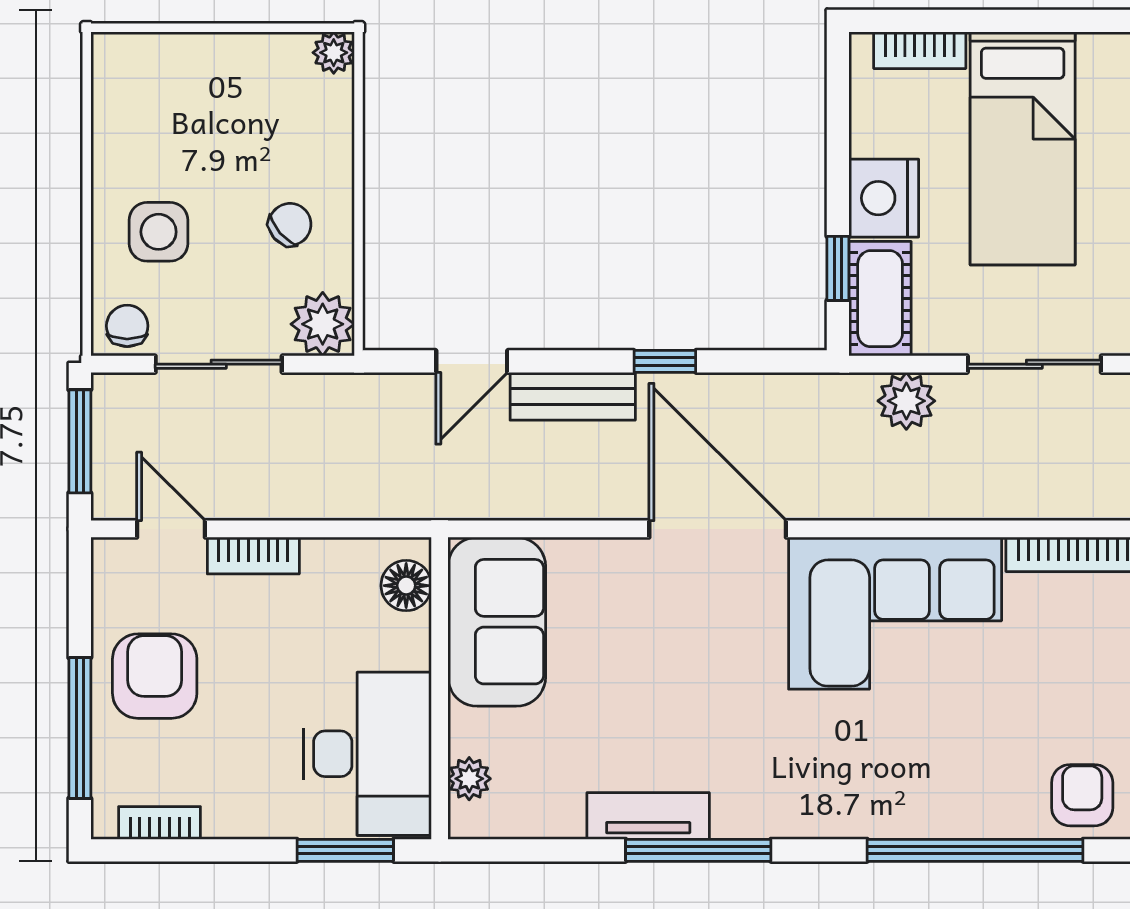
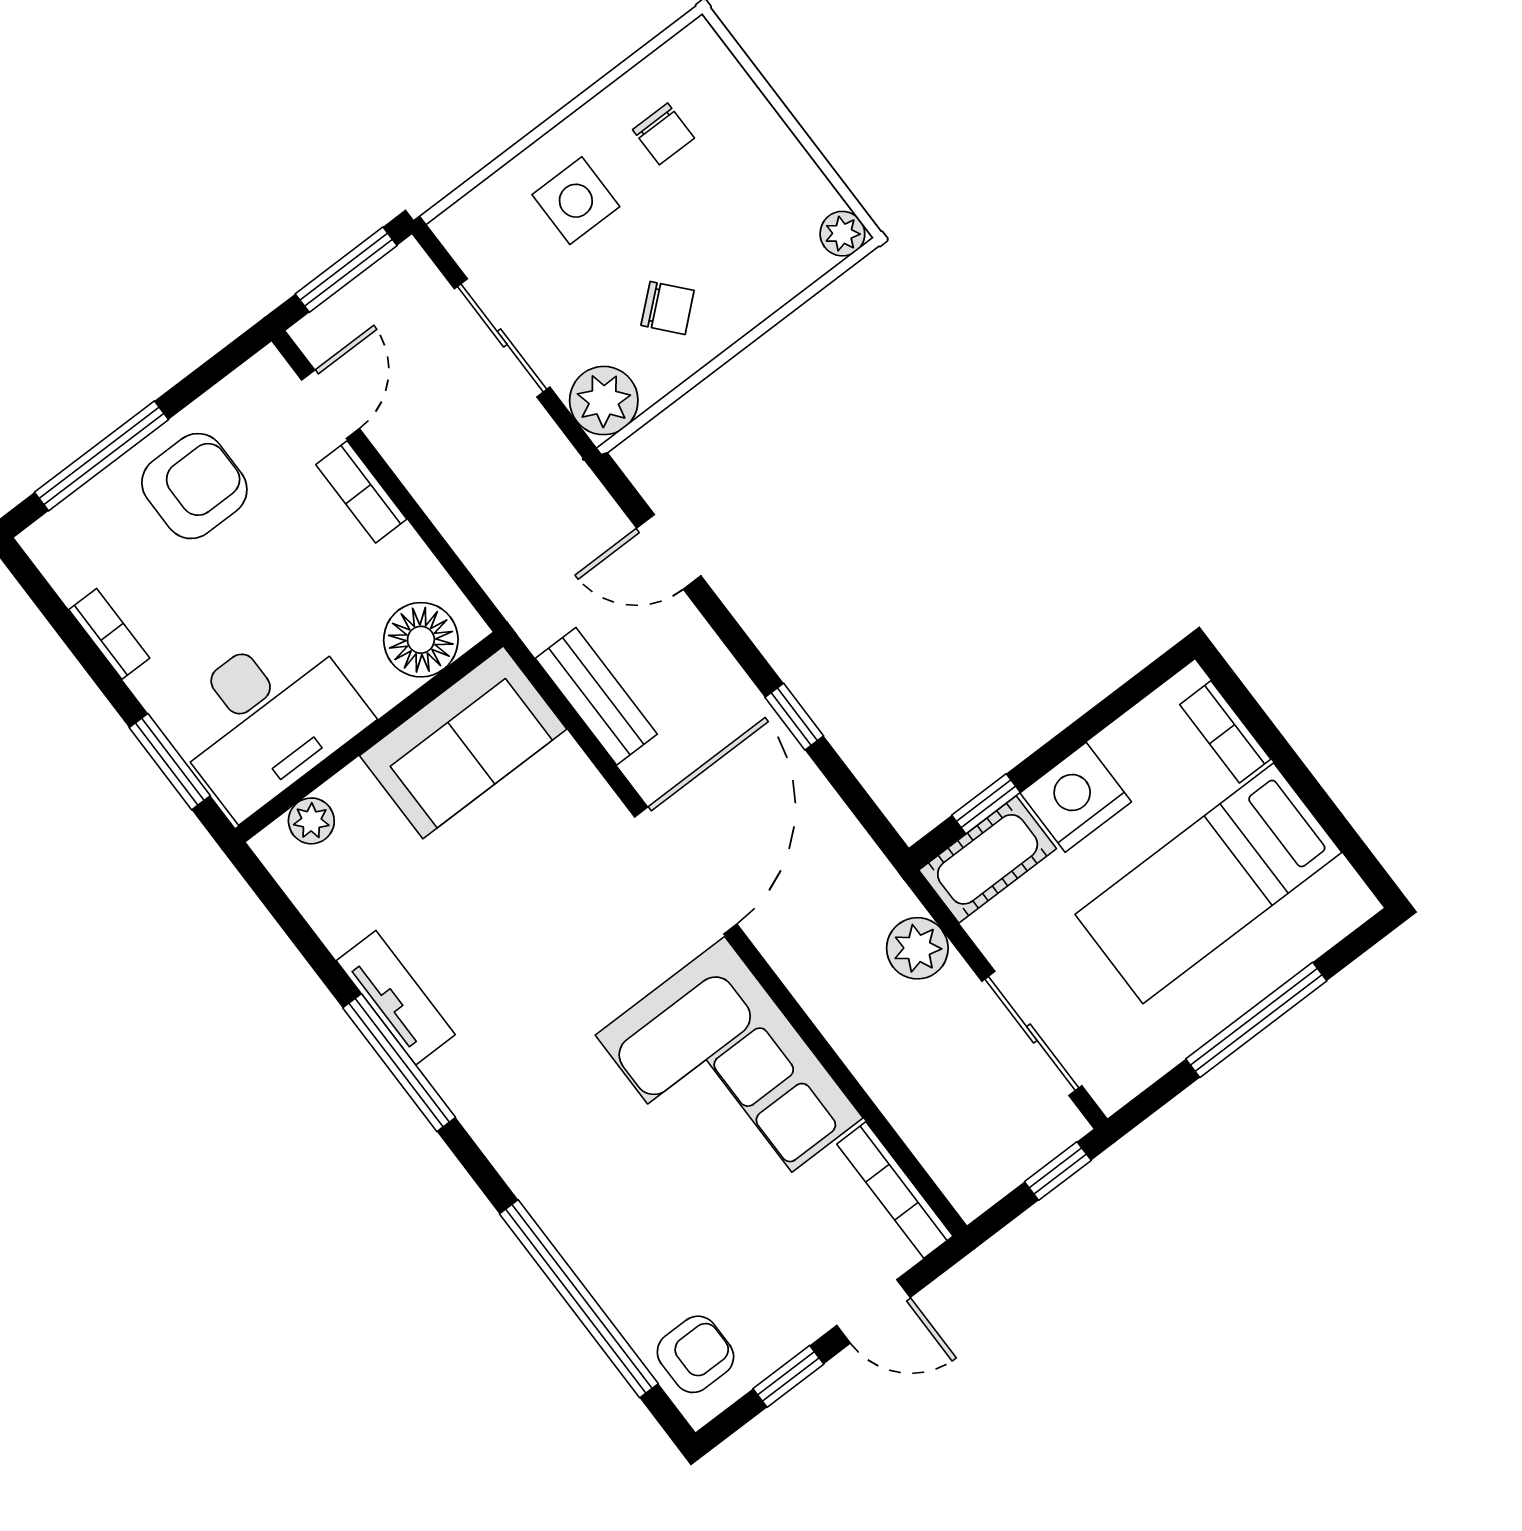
chair: (127, 326) -> (663, 134), moved, turned 90
bench: (573, 396) -> (596, 696), moved
floor lamp: (406, 586) -> (421, 640), width x1.38, depth x1.38
bookcase: (160, 823) -> (109, 634), moved

